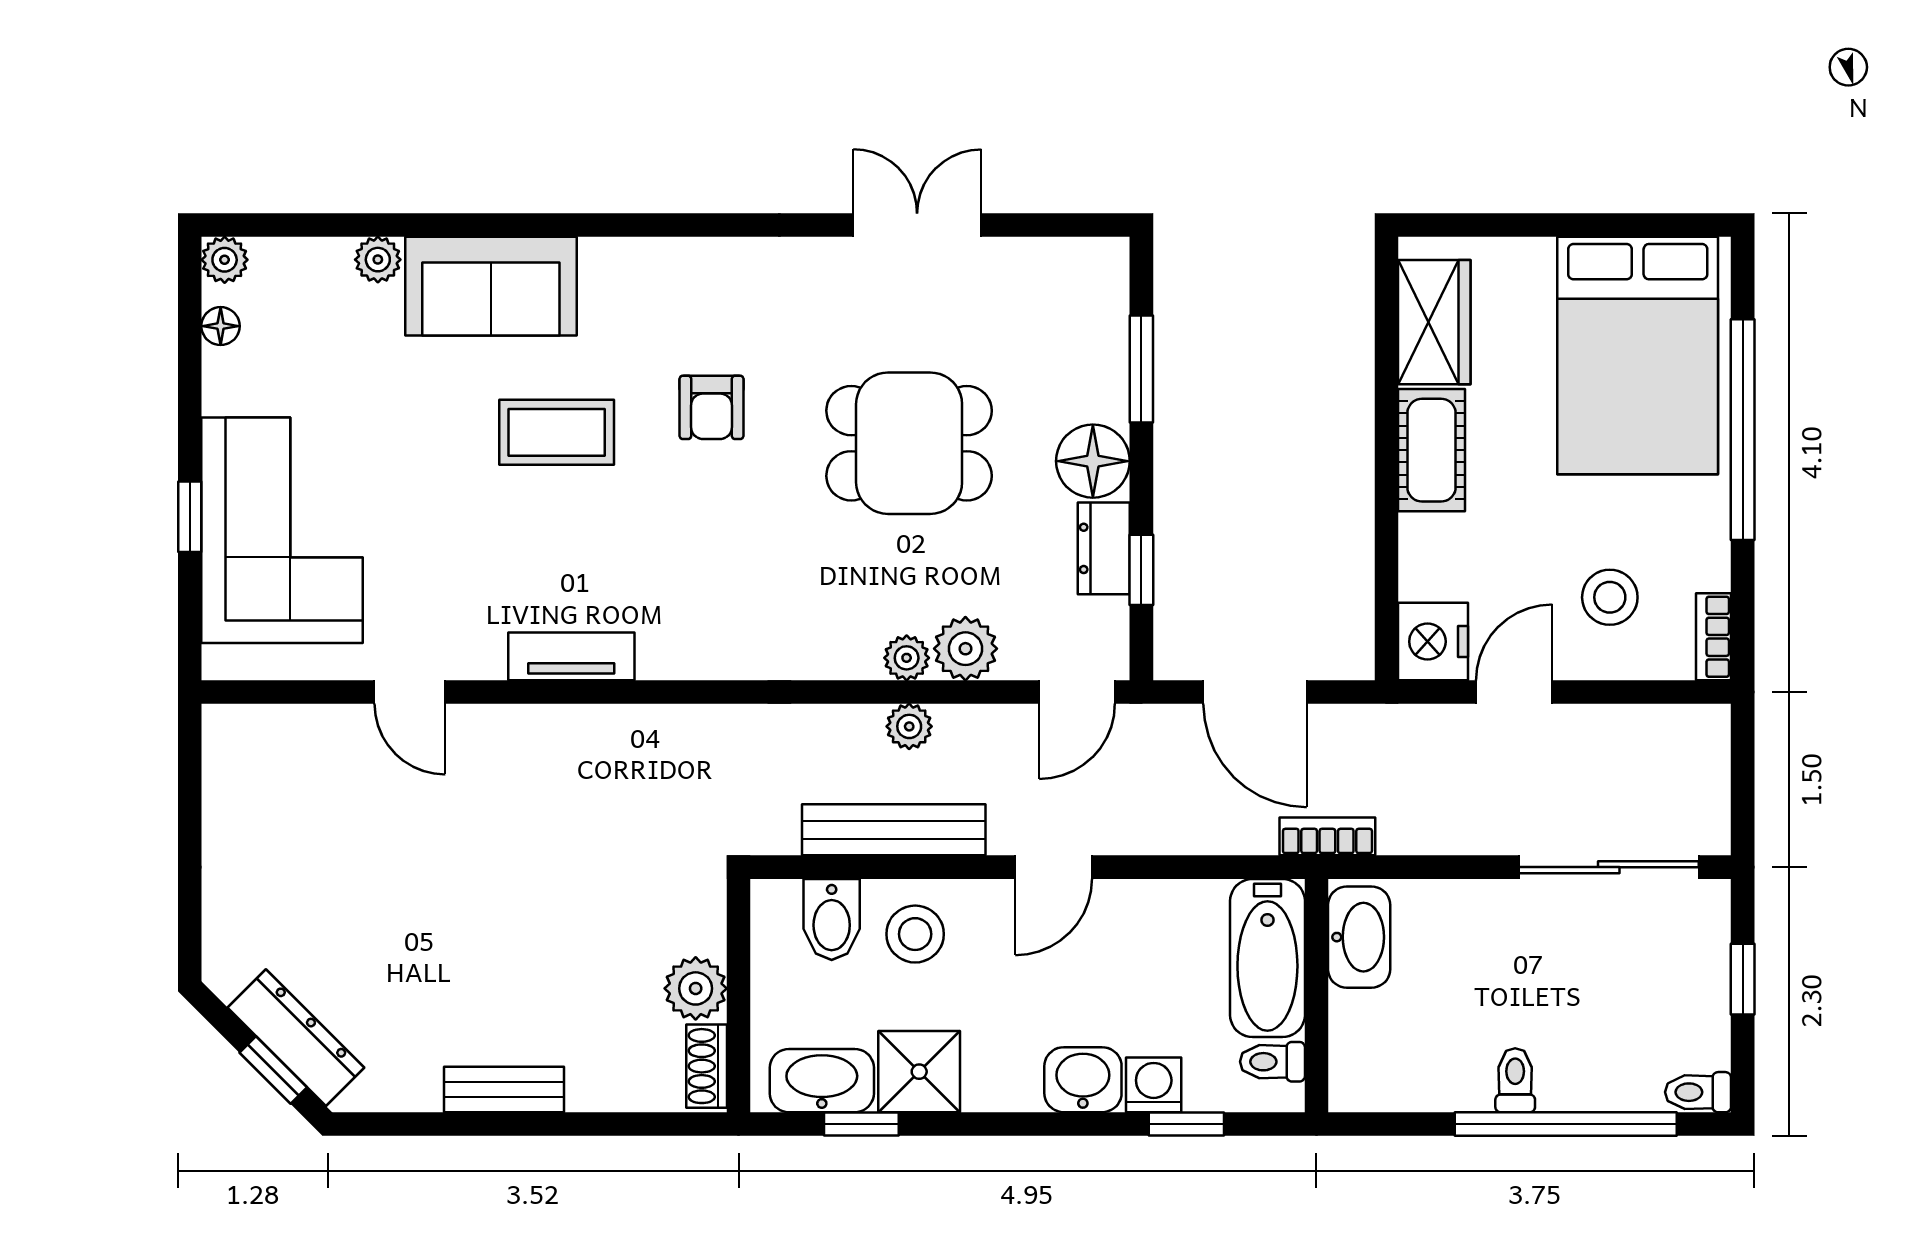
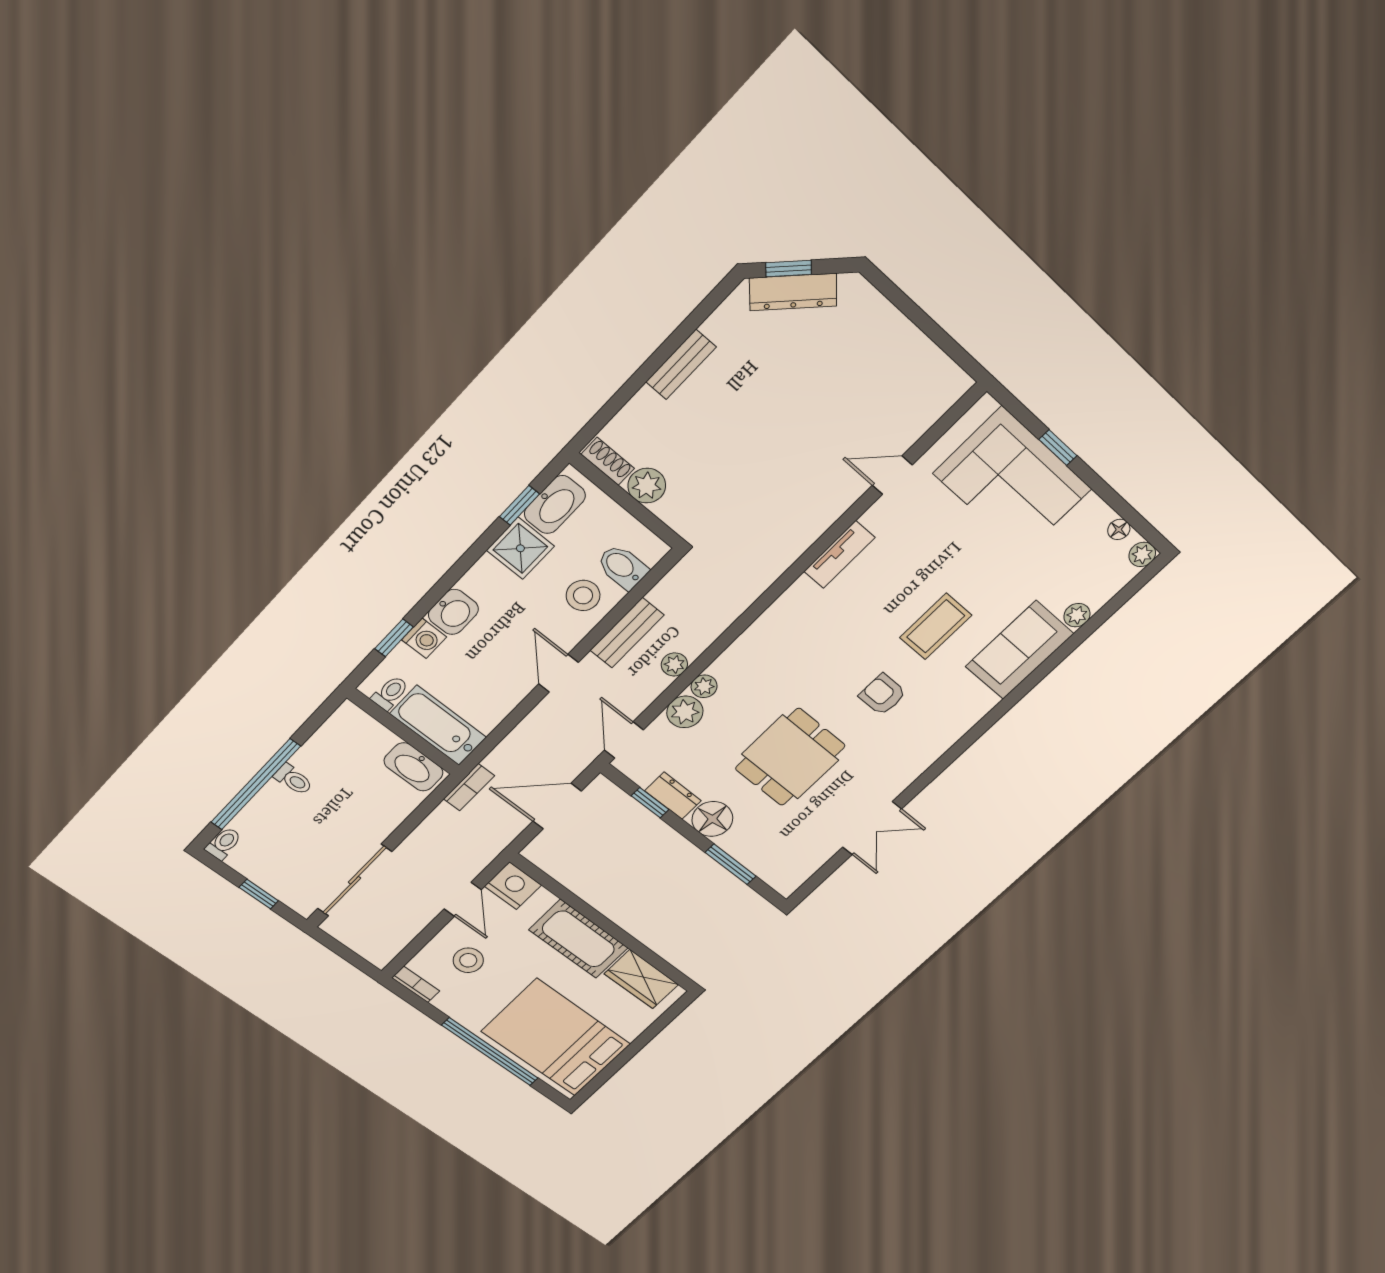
cot: (1431, 450) -> (578, 939), width x1.37, depth x1.34
bench: (894, 830) -> (627, 633), width x0.73

